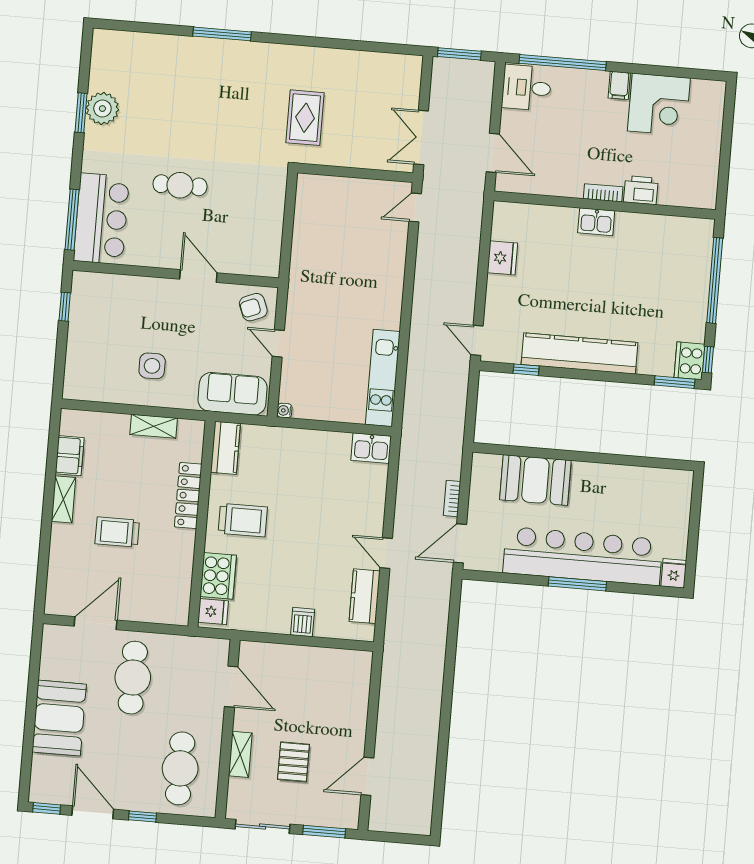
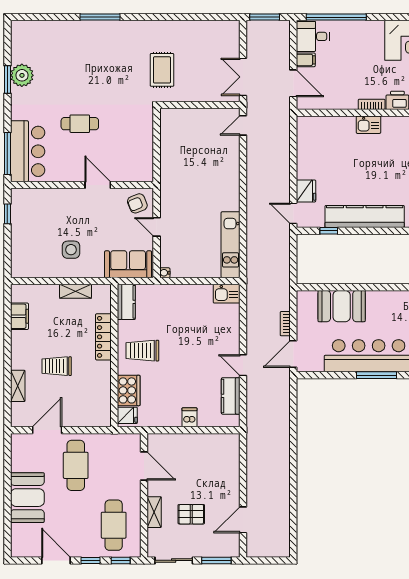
filing cabinet: (619, 85) -> (306, 60), moved, turned -90
fridge: (502, 258) -> (306, 191), moved
shelving: (63, 499) -> (18, 386), moved
trolley: (243, 520) -> (142, 351), turned 180
pallet: (293, 762) -> (191, 514), turned 90
window: (47, 808) -> (121, 560), moved

